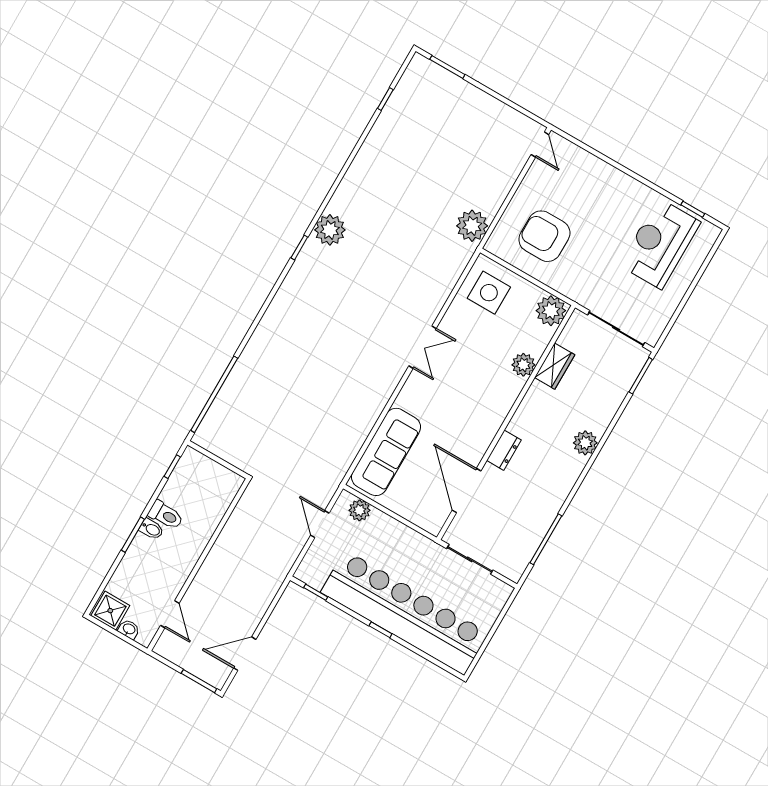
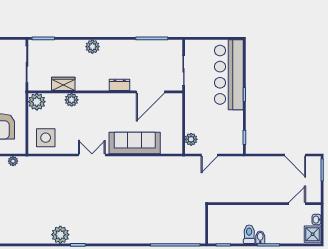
plant: (472, 226) -> (13, 161), width x0.53, depth x0.53
sofa: (386, 452) -> (135, 143), moved
bar counter: (405, 613) -> (229, 75), width x0.73

